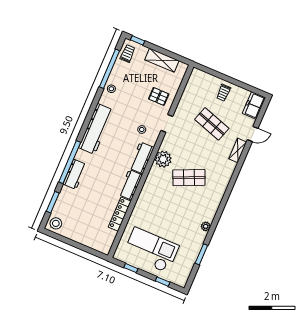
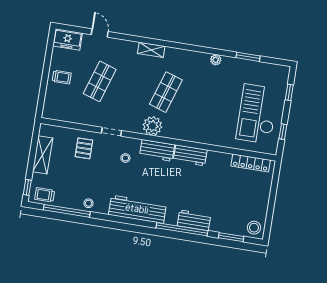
shelving: (238, 150) -> (151, 50), moved
shop shelf: (189, 178) -> (166, 92), turned 42
locker: (120, 214) -> (251, 163), moved

